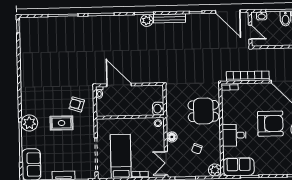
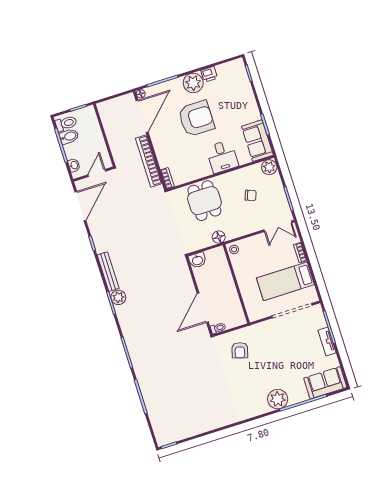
washbasin: (158, 109) -> (197, 260), moved
rug: (62, 123) -> (267, 362), removed
armchair: (270, 124) -> (196, 118), turned 90
floor lamp: (172, 137) -> (219, 237), moved

